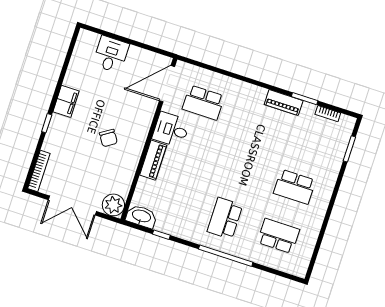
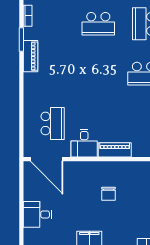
chair: (108, 138) -> (108, 194), turned 123
school desk: (295, 187) -> (98, 24), turned 90

